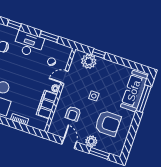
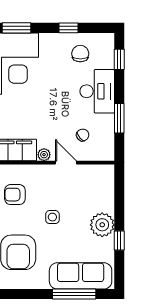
window: (99, 54) -> (119, 241), moved
plant: (89, 61) -> (102, 225), moved

